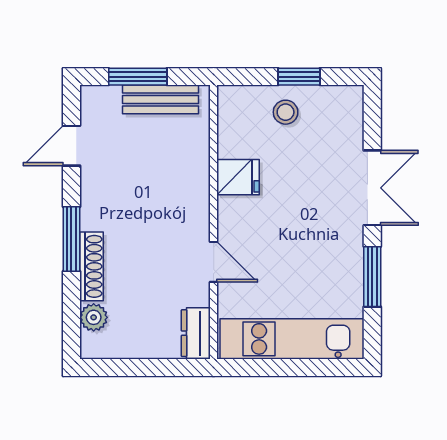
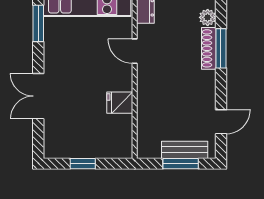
bench: (160, 99) -> (185, 150), moved
stool: (286, 112) -> (91, 142), removed
window: (71, 239) -> (221, 48), moved
window: (372, 277) -> (38, 23), moved

